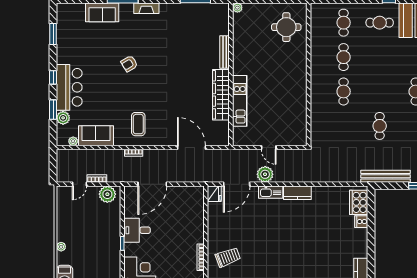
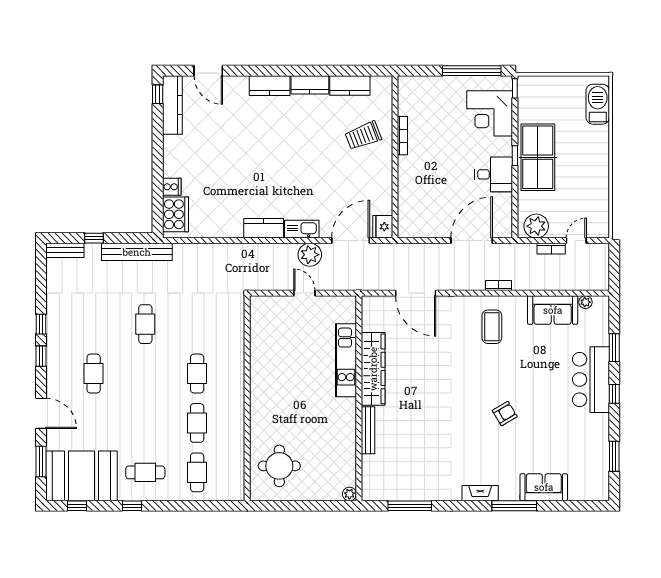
plant: (63, 118) -> (600, 336), removed
table tennis table: (106, 242) -> (538, 157), added
plant: (61, 247) -> (603, 151), removed

